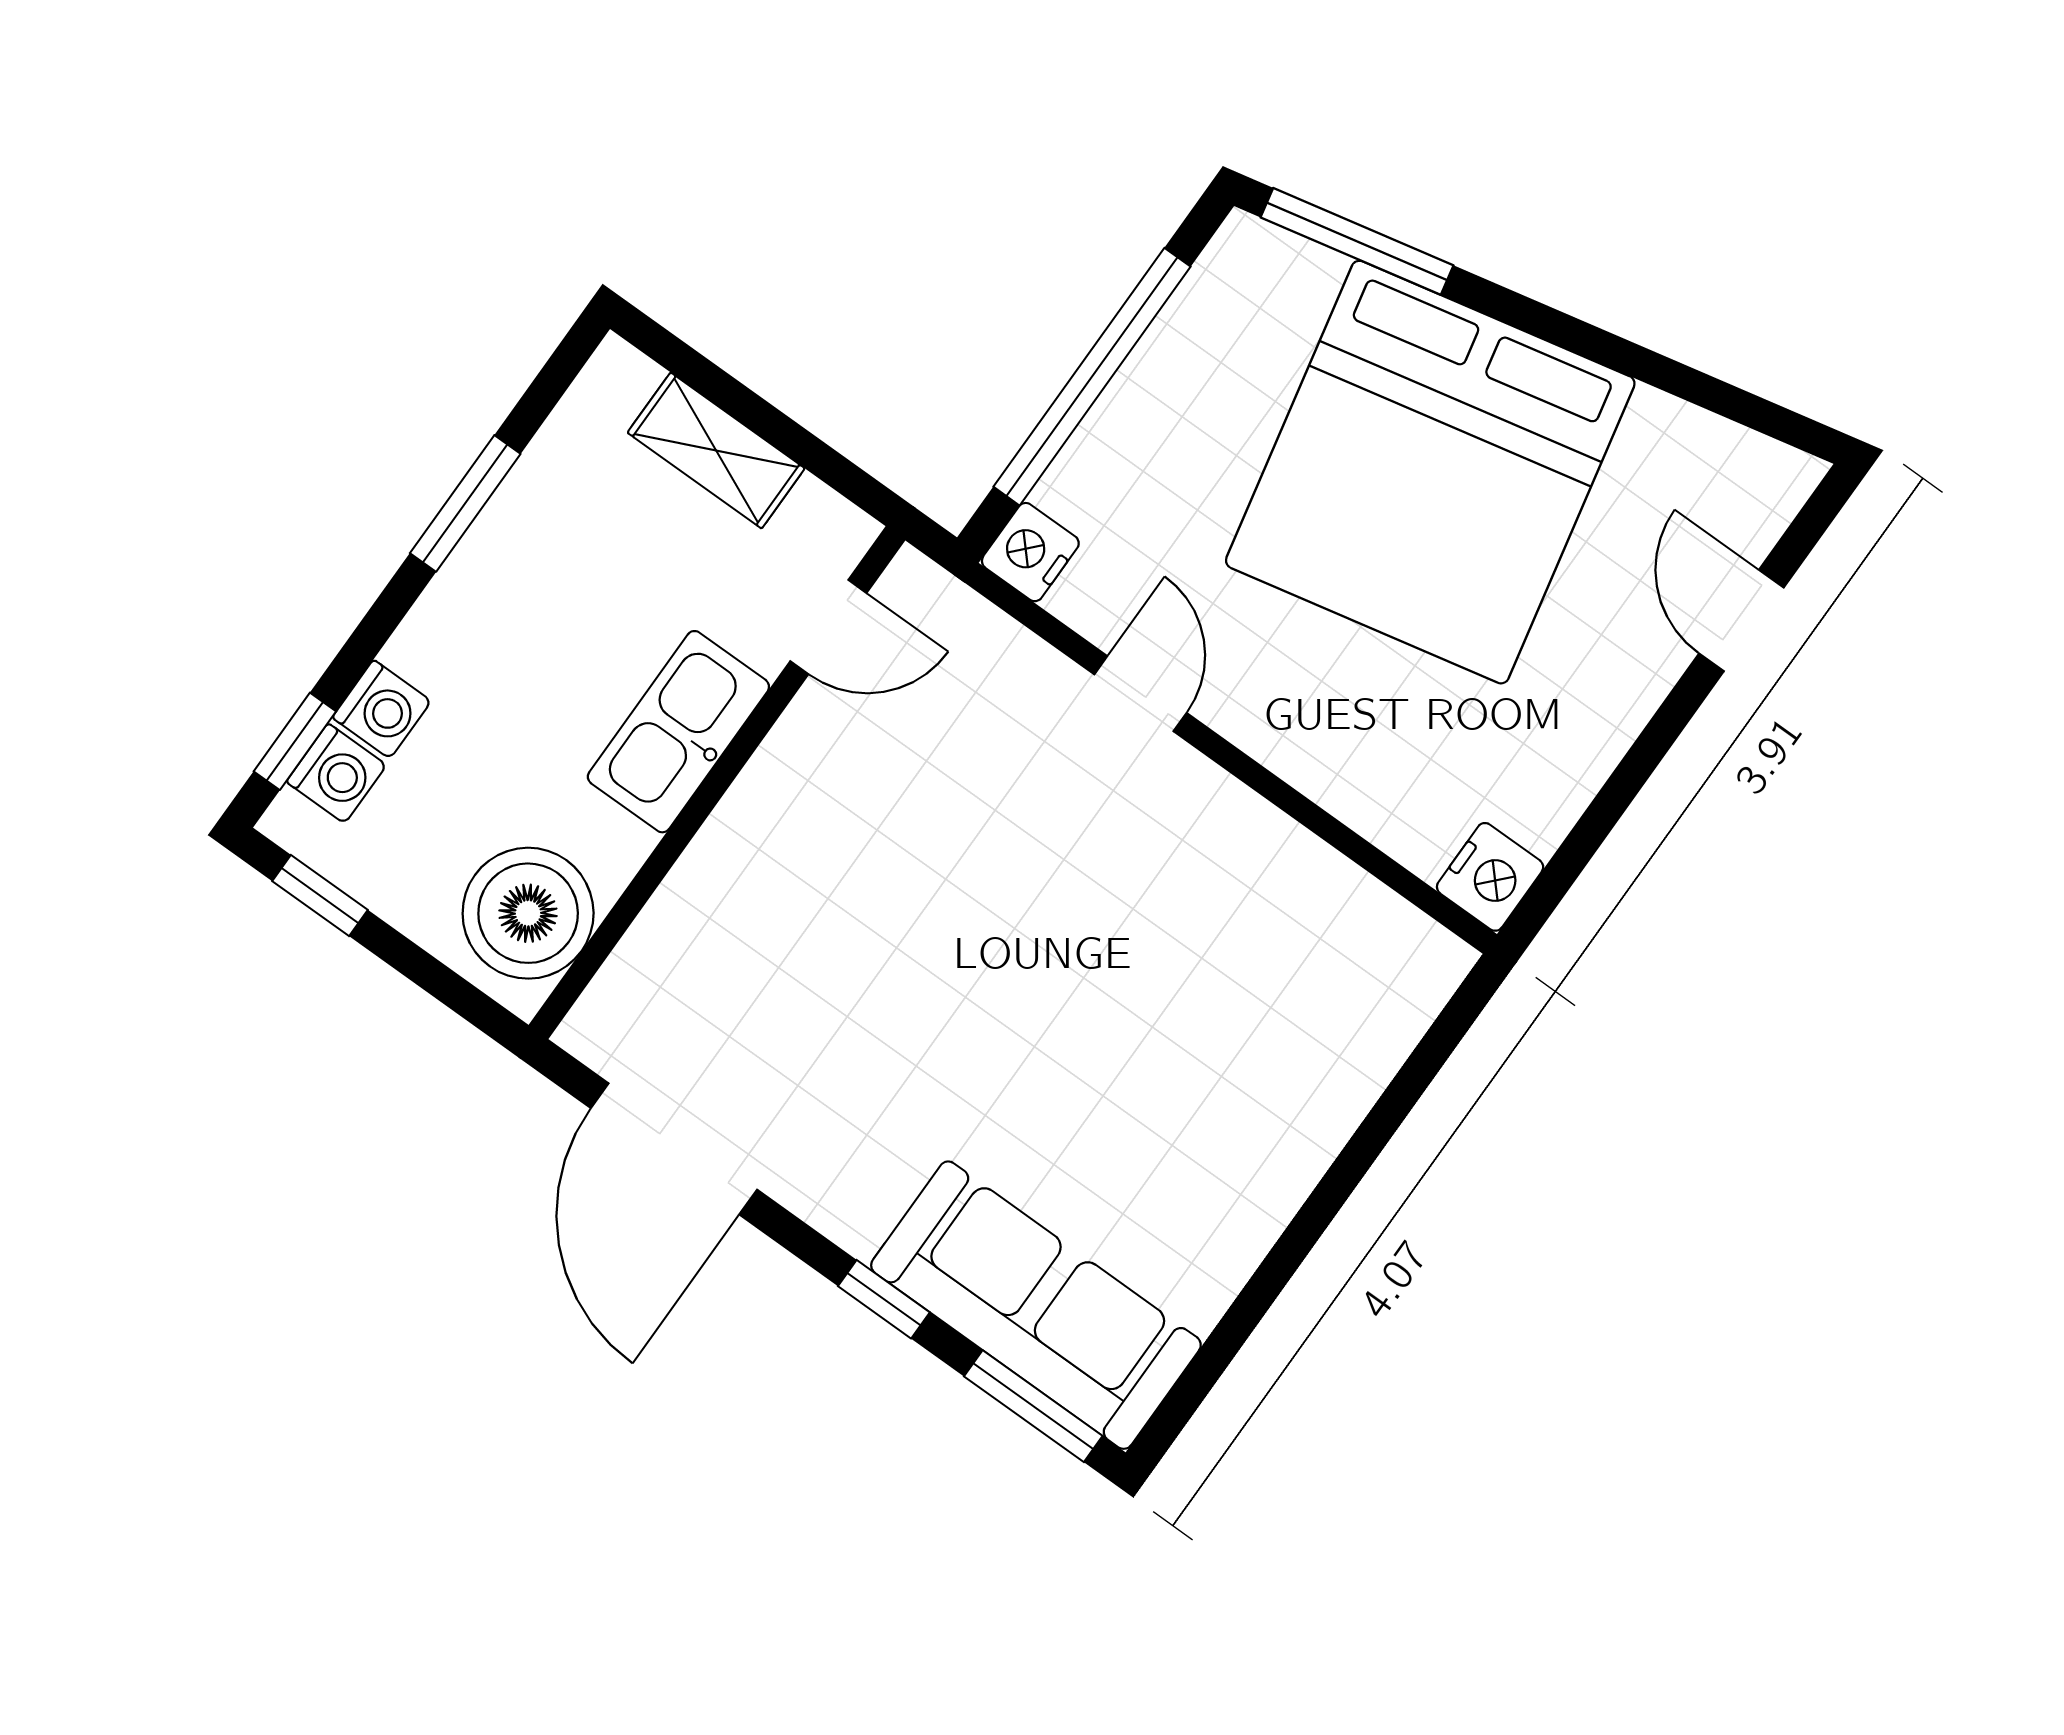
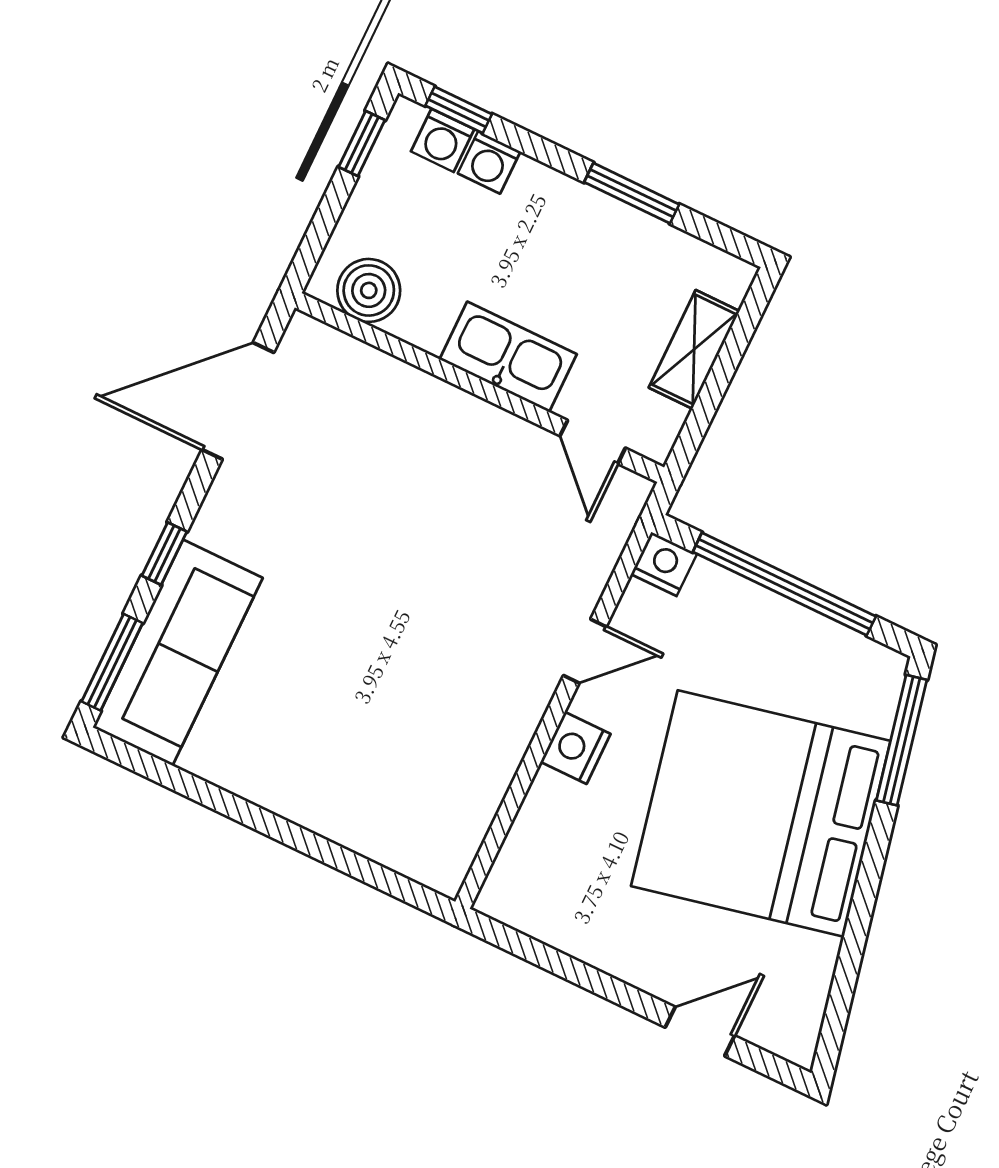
nightstand: (1490, 877) -> (575, 748), moved, turned 90
boiler: (528, 913) -> (369, 290), width x0.73, depth x0.73

